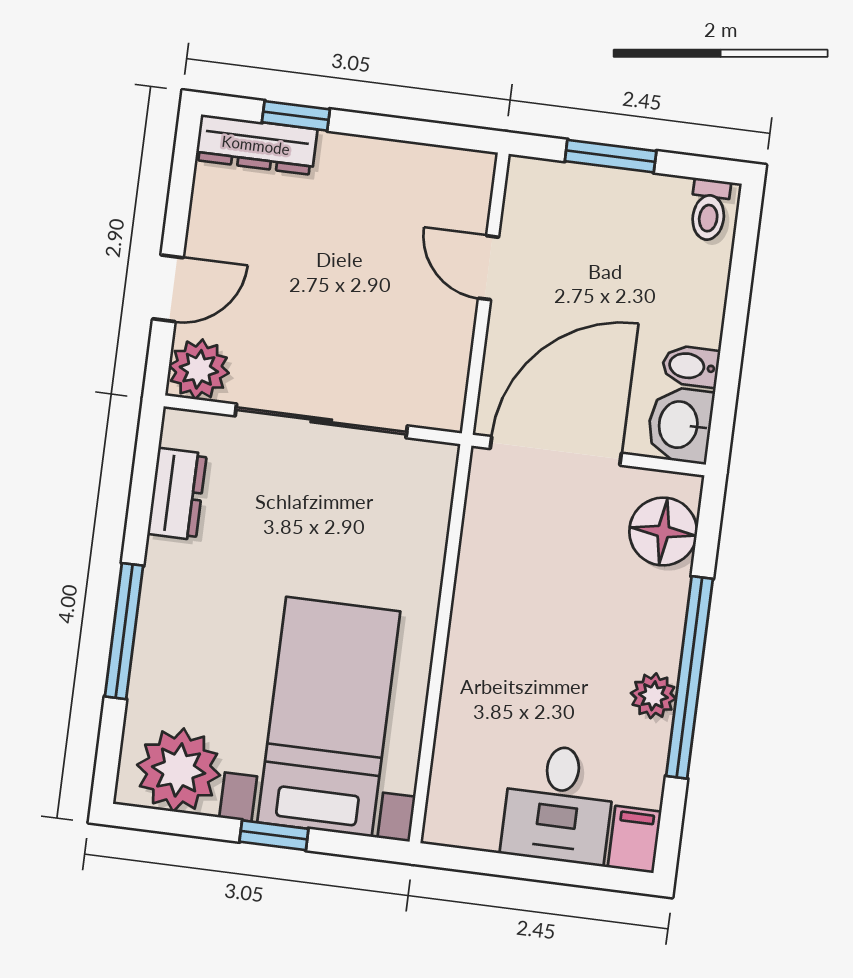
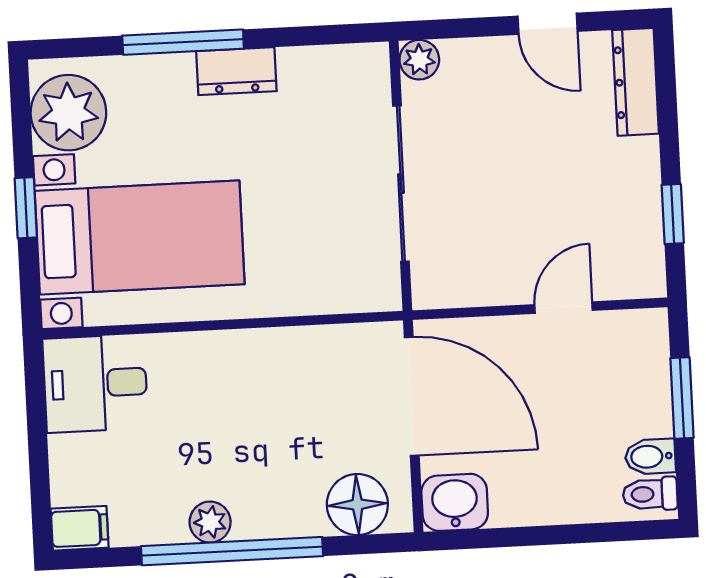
window: (296, 116) -> (673, 214), moved
door: (168, 288) -> (548, 24), moved
bidet: (691, 366) -> (650, 457), moved, turned -90
plant: (199, 369) -> (419, 60), width x0.73, depth x0.73
dresser: (177, 494) -> (236, 71), moved
desk: (558, 804) -> (95, 383), moved

